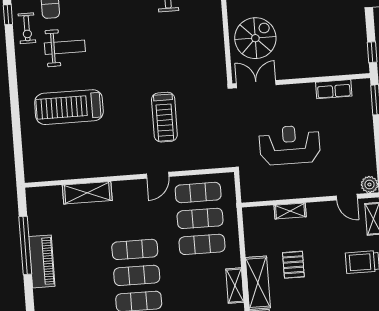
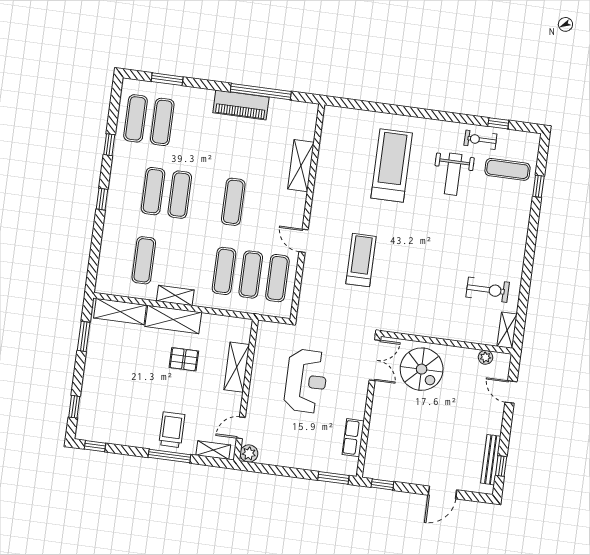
treadmill: (164, 117) -> (361, 260), turned 90
shelving: (290, 211) -> (237, 367), width x1.50, depth x1.33
exercise mat: (137, 275) -> (206, 198), removed

